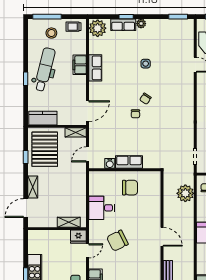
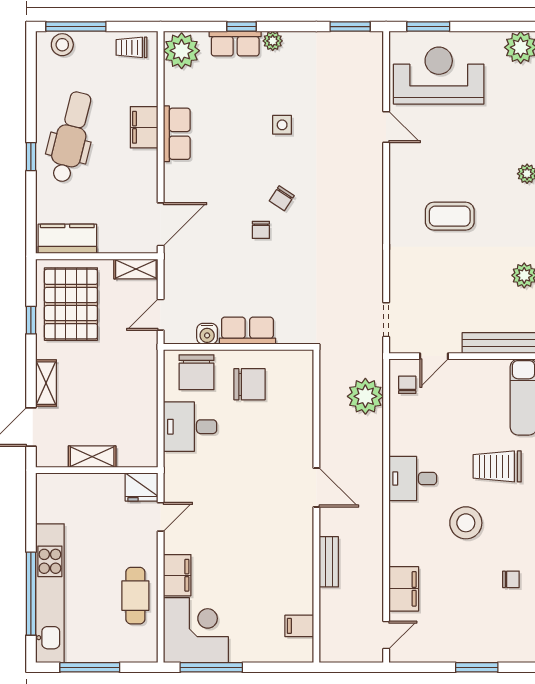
stool: (51, 33) -> (62, 45), moved
shelving: (69, 222) -> (92, 457), moved
chair: (117, 241) -> (197, 372), moved, turned -64

